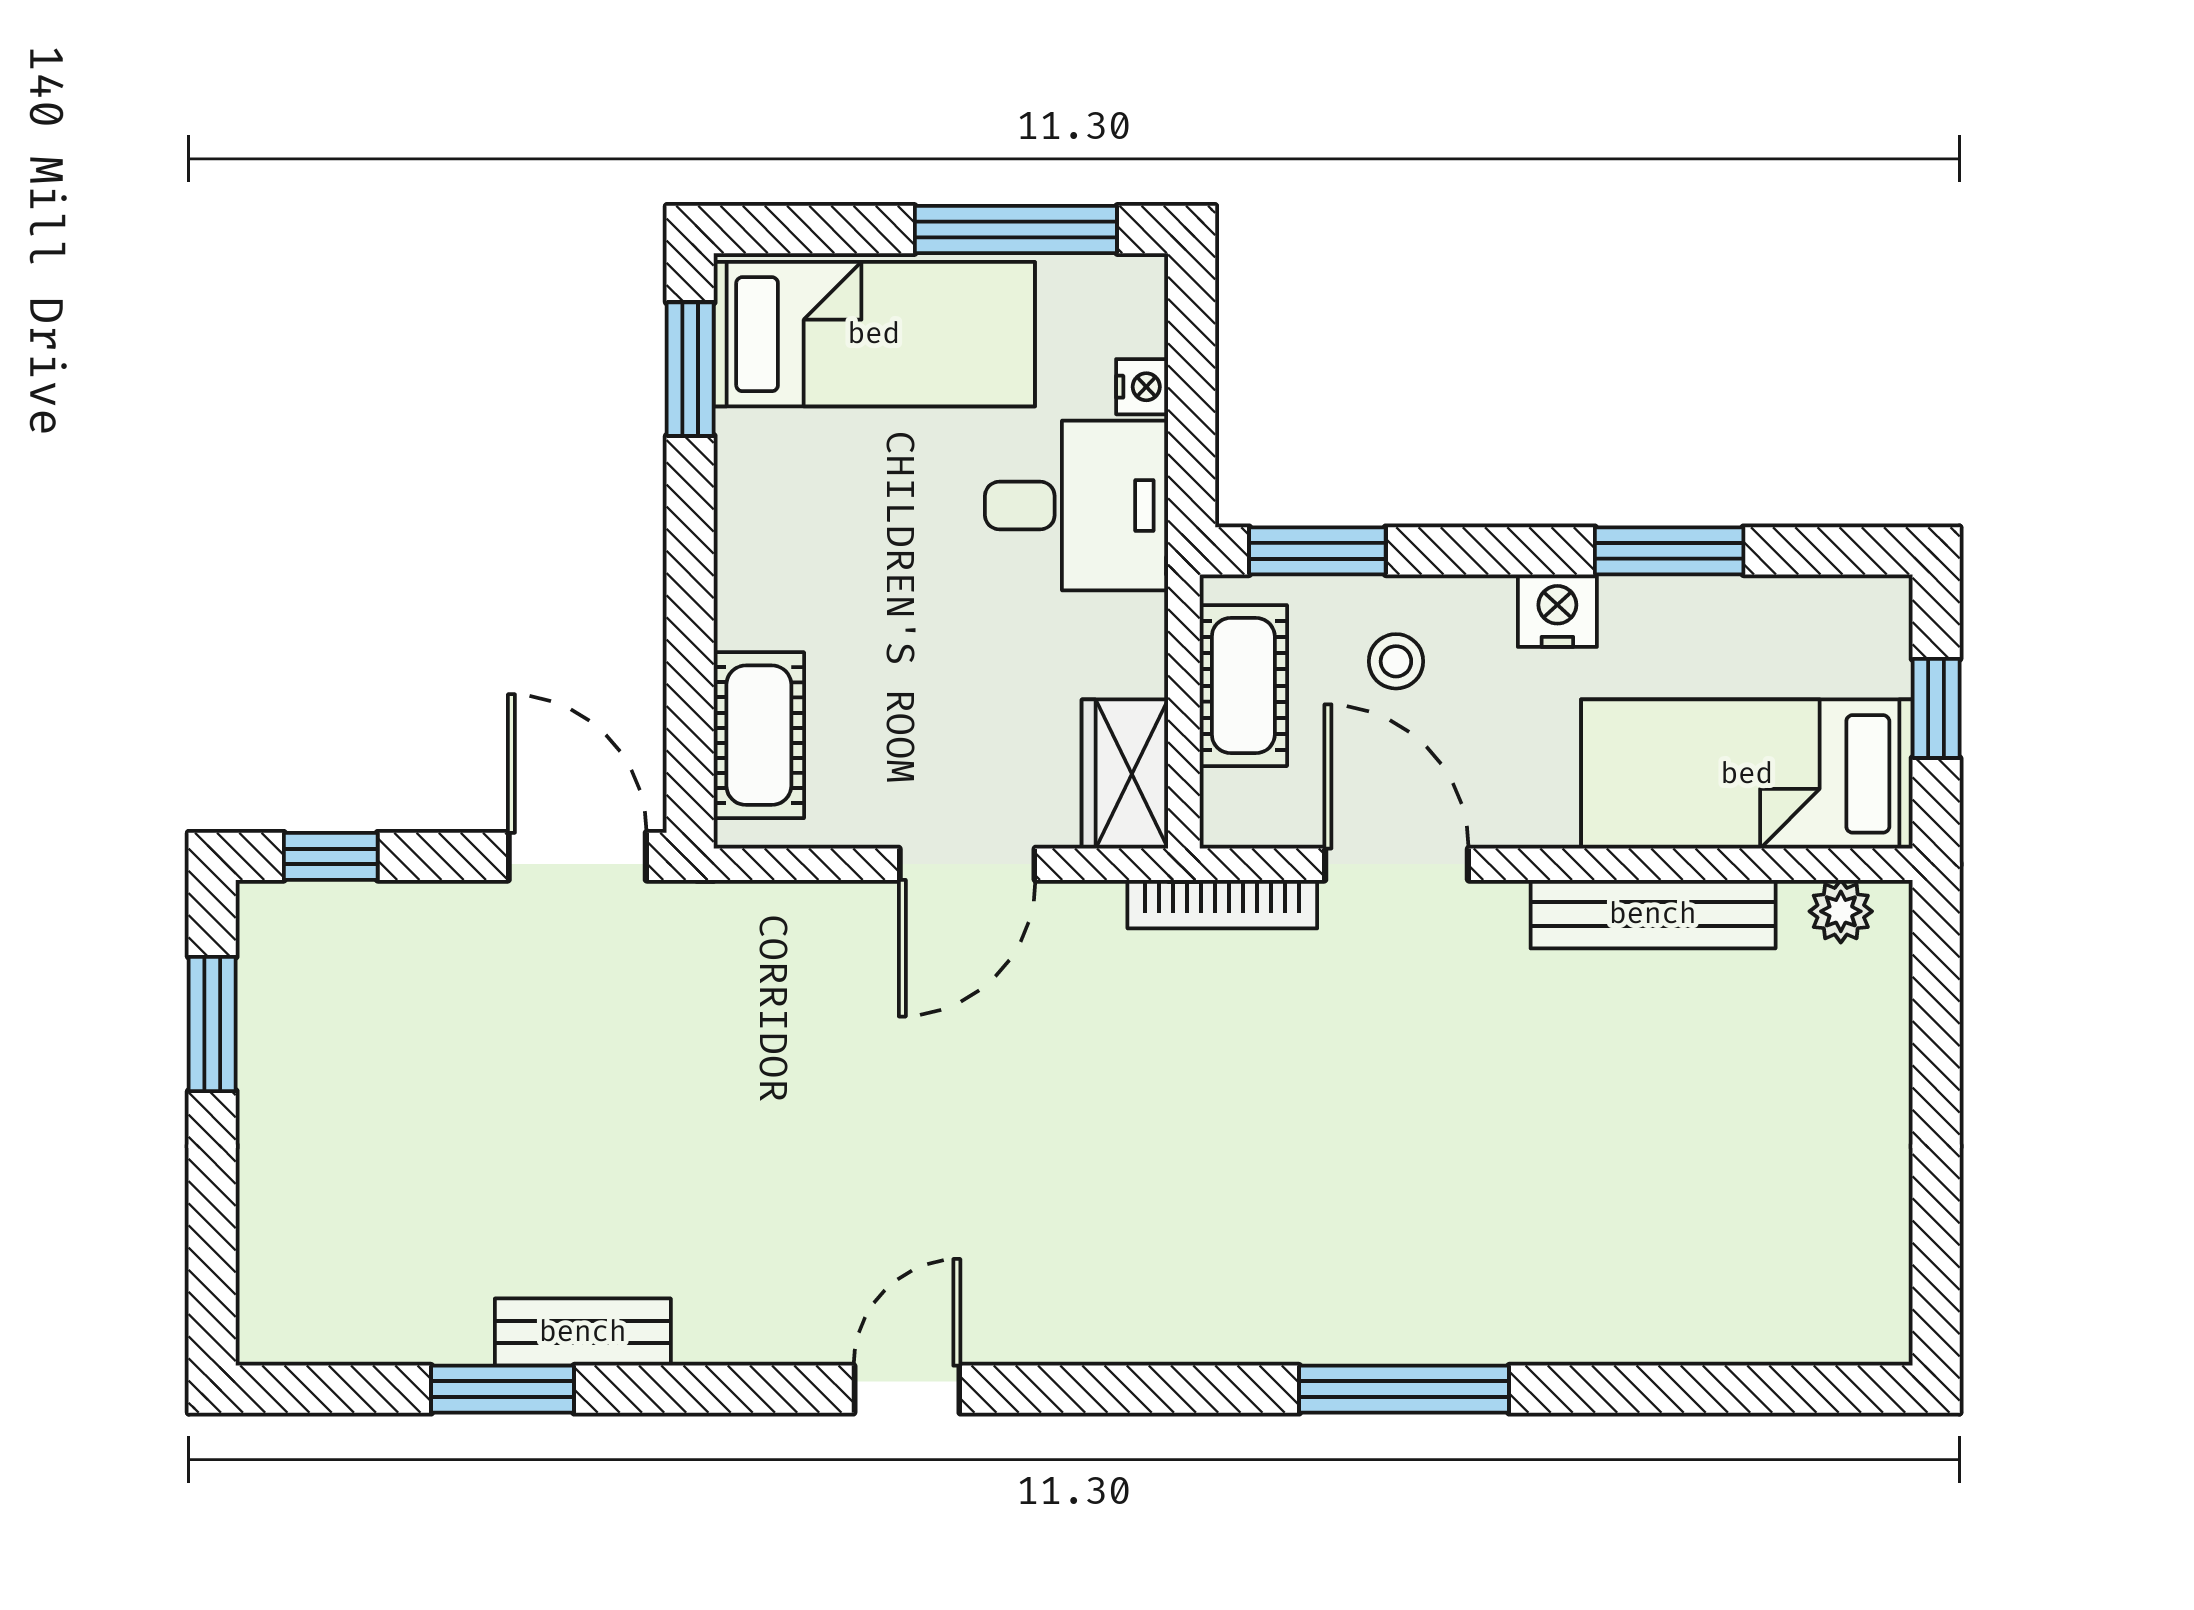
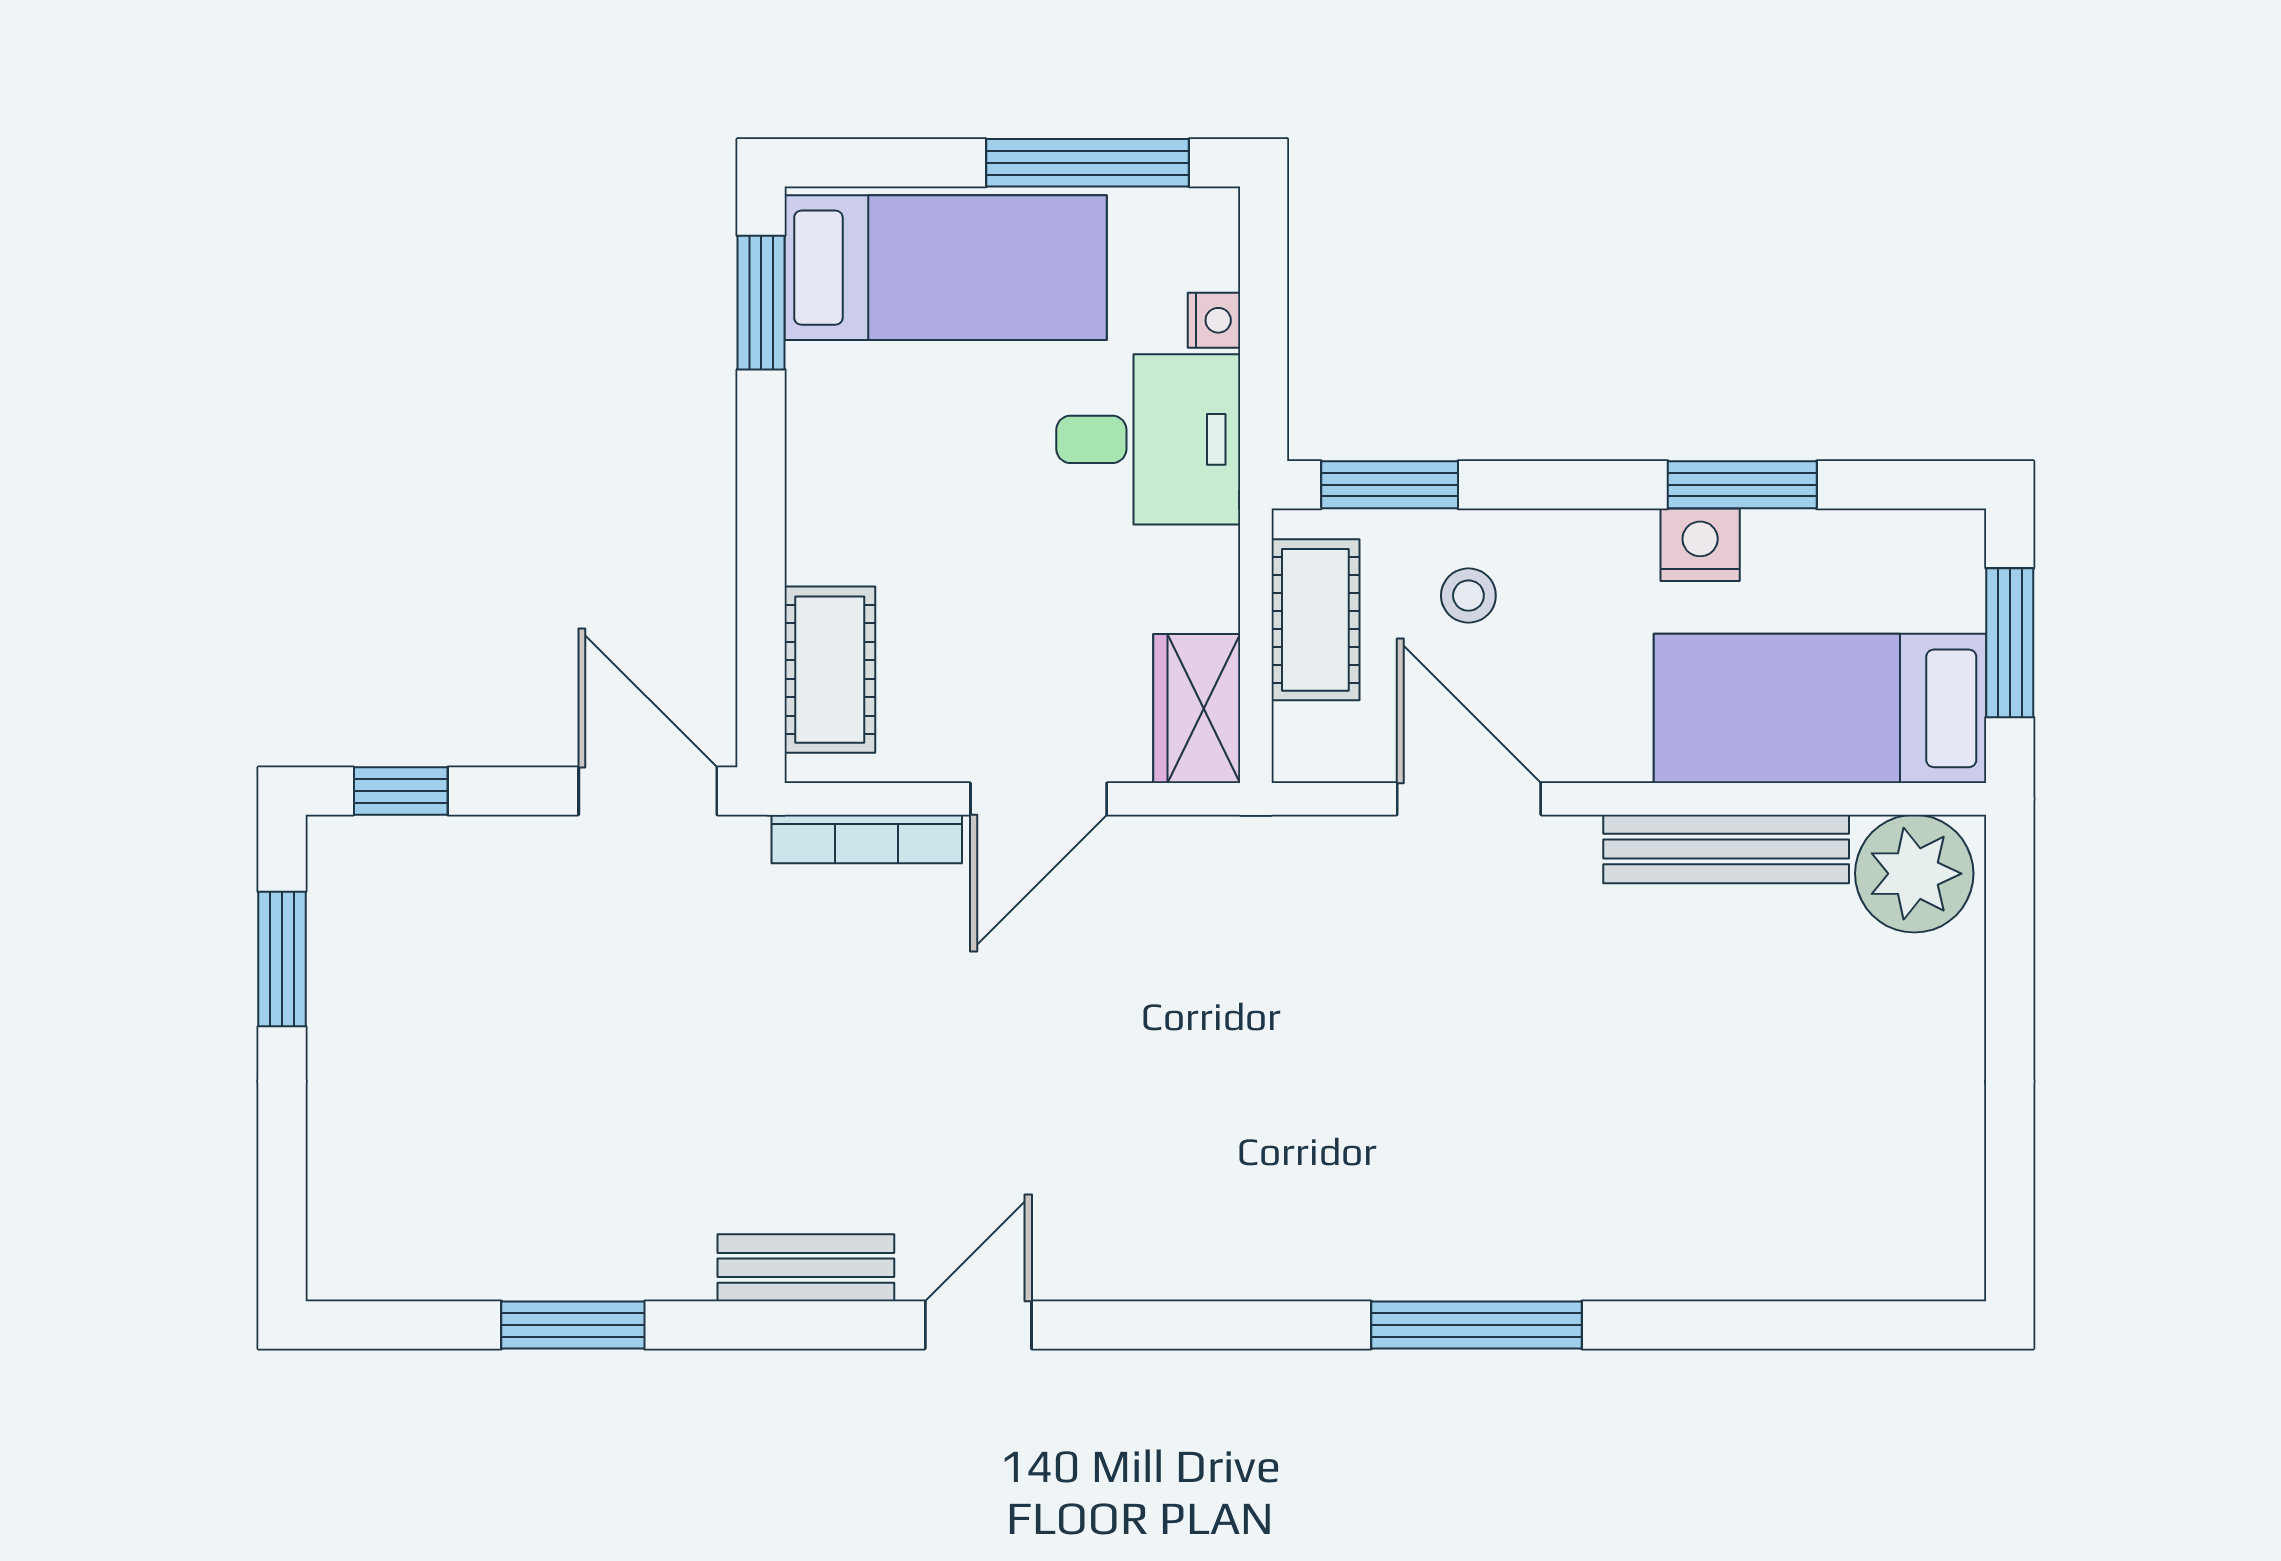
nightstand: (1557, 611) -> (1700, 545), moved
window: (1936, 708) -> (2010, 643), width x1.50
bookcase: (1222, 904) -> (867, 839), moved
plant: (1841, 911) -> (1914, 874), width x1.88, depth x1.88
bench: (583, 1332) -> (806, 1268), moved

